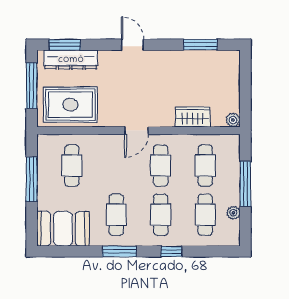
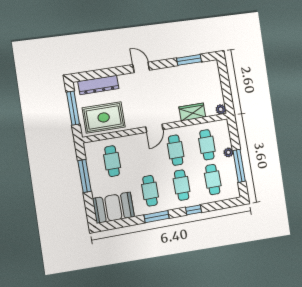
window: (65, 45) -> (92, 75), removed
window: (245, 184) -> (239, 166), moved
plant: (233, 213) -> (228, 152), moved

